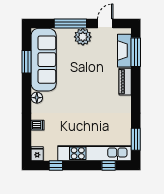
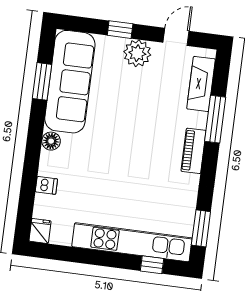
window: (70, 24) -> (120, 30), width x0.46
window: (136, 52) -> (215, 119), moved
piano: (125, 82) -> (194, 151), moved
window: (56, 165) -> (67, 254), removed

